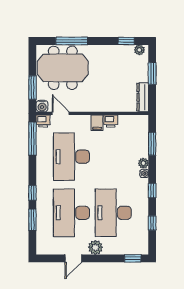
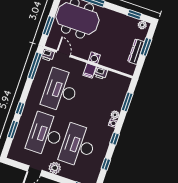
dresser: (143, 97) -> (136, 52), moved
water cooler: (42, 106) -> (94, 58), moved

